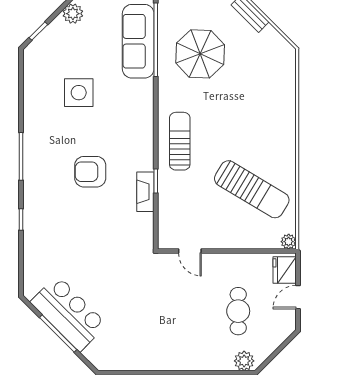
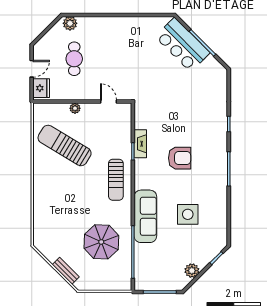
sofa: (138, 41) -> (145, 216), moved
plant: (289, 242) -> (75, 108), moved
bar counter: (69, 313) -> (182, 45), moved

